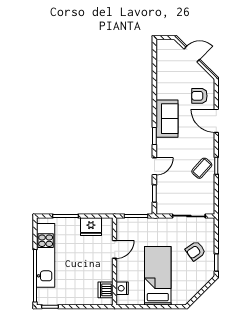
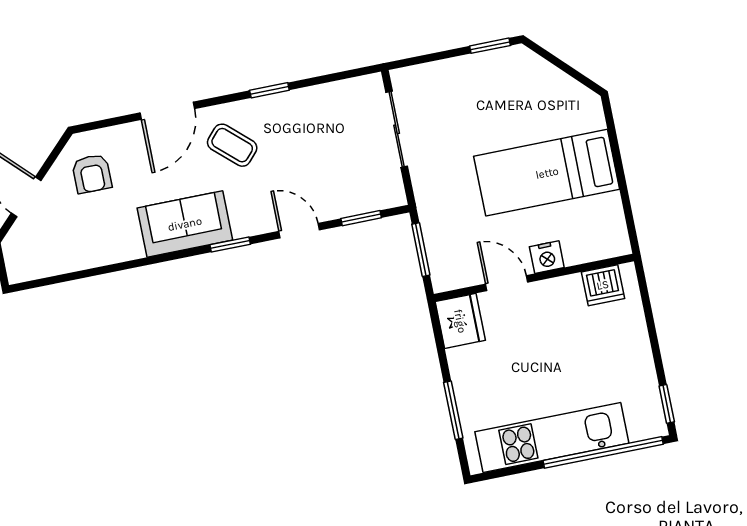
armchair: (199, 96) -> (92, 174), moved
coffee table: (202, 168) -> (232, 145), moved
fridge: (91, 227) -> (460, 321), moved
armchair: (195, 251) -> (473, 98), removed
nightstand: (122, 288) -> (547, 257), moved

